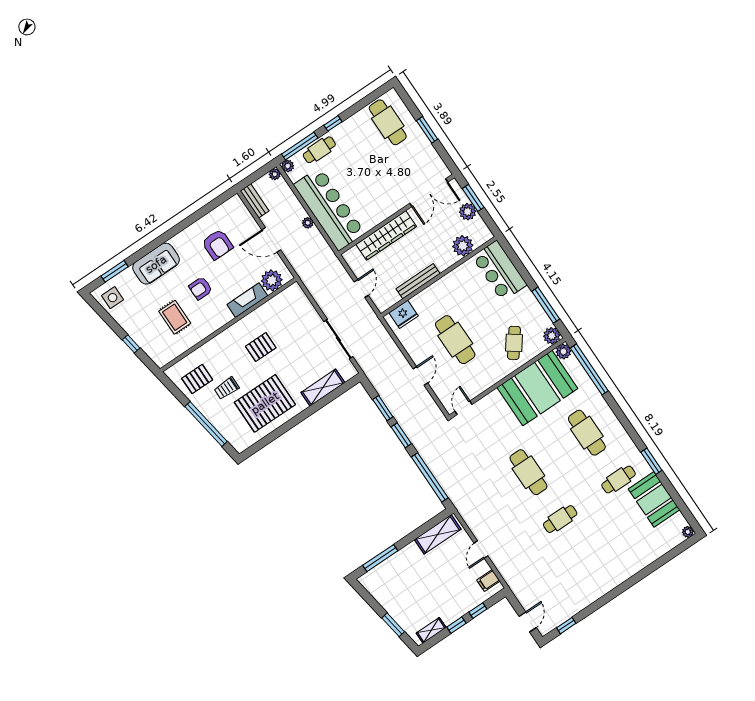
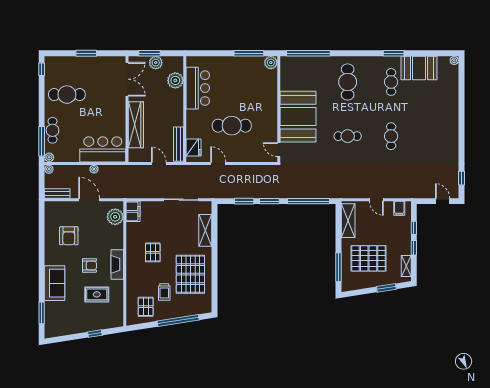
cafe table: (388, 122) -> (67, 95), moved
window: (333, 123) -> (42, 69), moved
bar counter: (329, 209) -> (103, 149), width x0.73
door: (271, 240) -> (89, 200), swing flipped
armchair: (217, 244) -> (69, 236), turned 90
bar counter: (500, 271) -> (198, 88), moved, turned -90
bench: (418, 281) -> (179, 144), moved
armchair: (201, 288) -> (89, 265), turned -90
filing cabinet: (291, 296) -> (133, 211), added
side table: (113, 298) -> (58, 325), removed
fireplace: (247, 300) -> (117, 264), moved
cafe table: (514, 343) -> (259, 90), removed
plant: (563, 352) -> (286, 62), removed
door: (420, 376) -> (218, 163), moved
booth: (537, 388) -> (298, 117), moved
cafe table: (587, 433) -> (348, 82), turned 90
cafe table: (528, 472) -> (348, 136), width x0.73, depth x0.74
pallet: (412, 584) -> (369, 258), added

